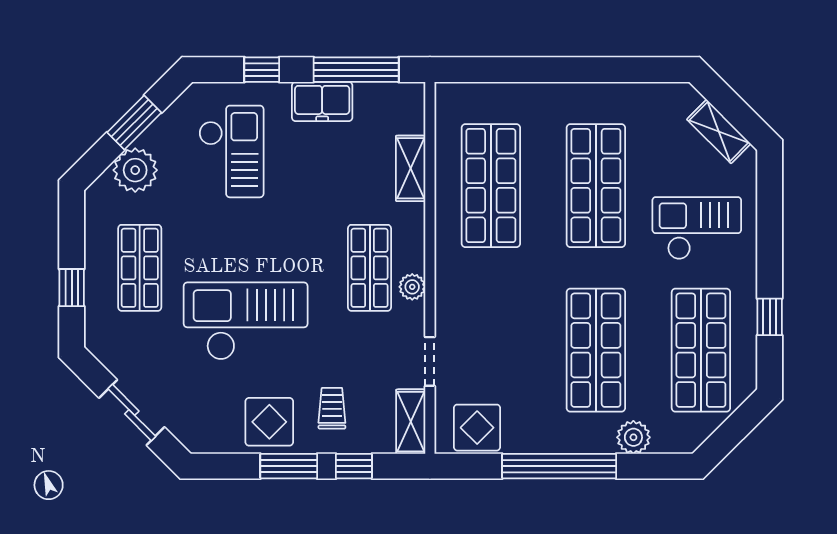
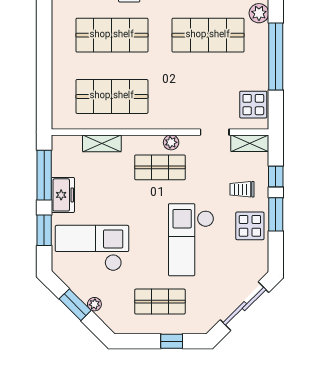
window: (262, 70) -> (44, 230), width x1.50
checkout: (231, 151) -> (92, 248), width x1.36, depth x1.21
plant: (135, 170) -> (94, 304), width x0.53, depth x0.53
sliding door: (132, 413) -> (244, 306), width x1.37

